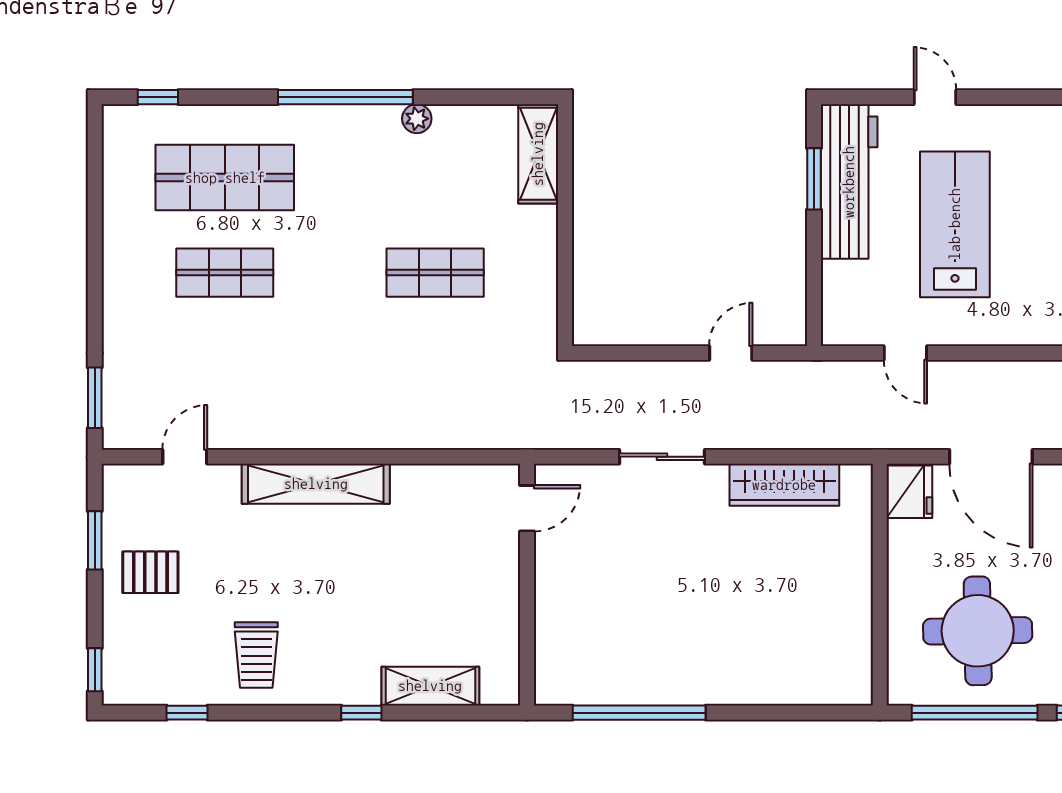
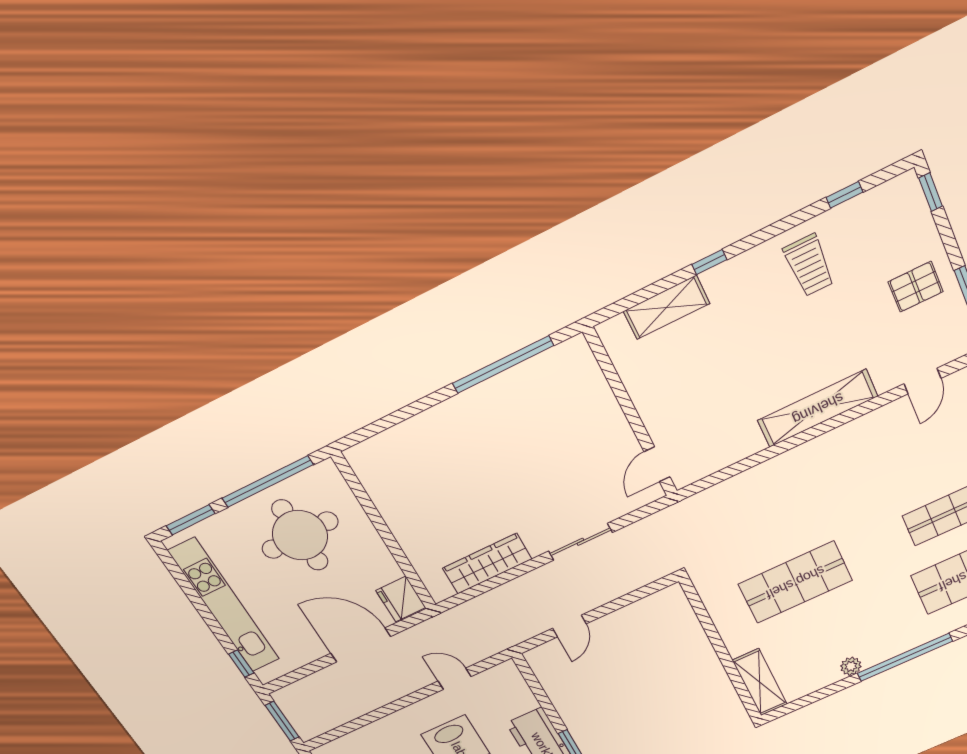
shop shelf: (435, 273) -> (795, 582), width x1.43, depth x1.36
trolley: (256, 655) -> (809, 265), turned 180

